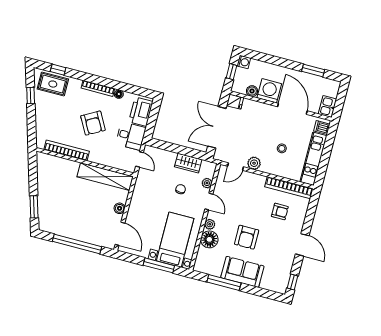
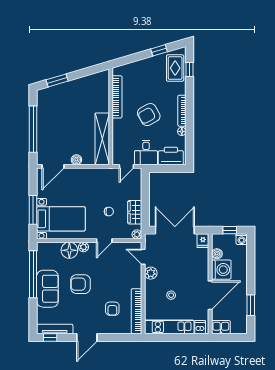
plant: (207, 183) -> (137, 234), moved
tv unit: (285, 275) -> (55, 329), added
window: (224, 283) -> (33, 274), width x1.46

